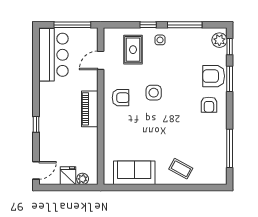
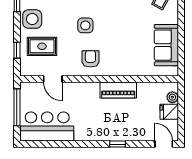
window: (148, 25) -> (17, 50), moved
side table: (160, 40) -> (32, 19), width x1.87, depth x1.87
piano: (90, 109) -> (118, 90), moved

